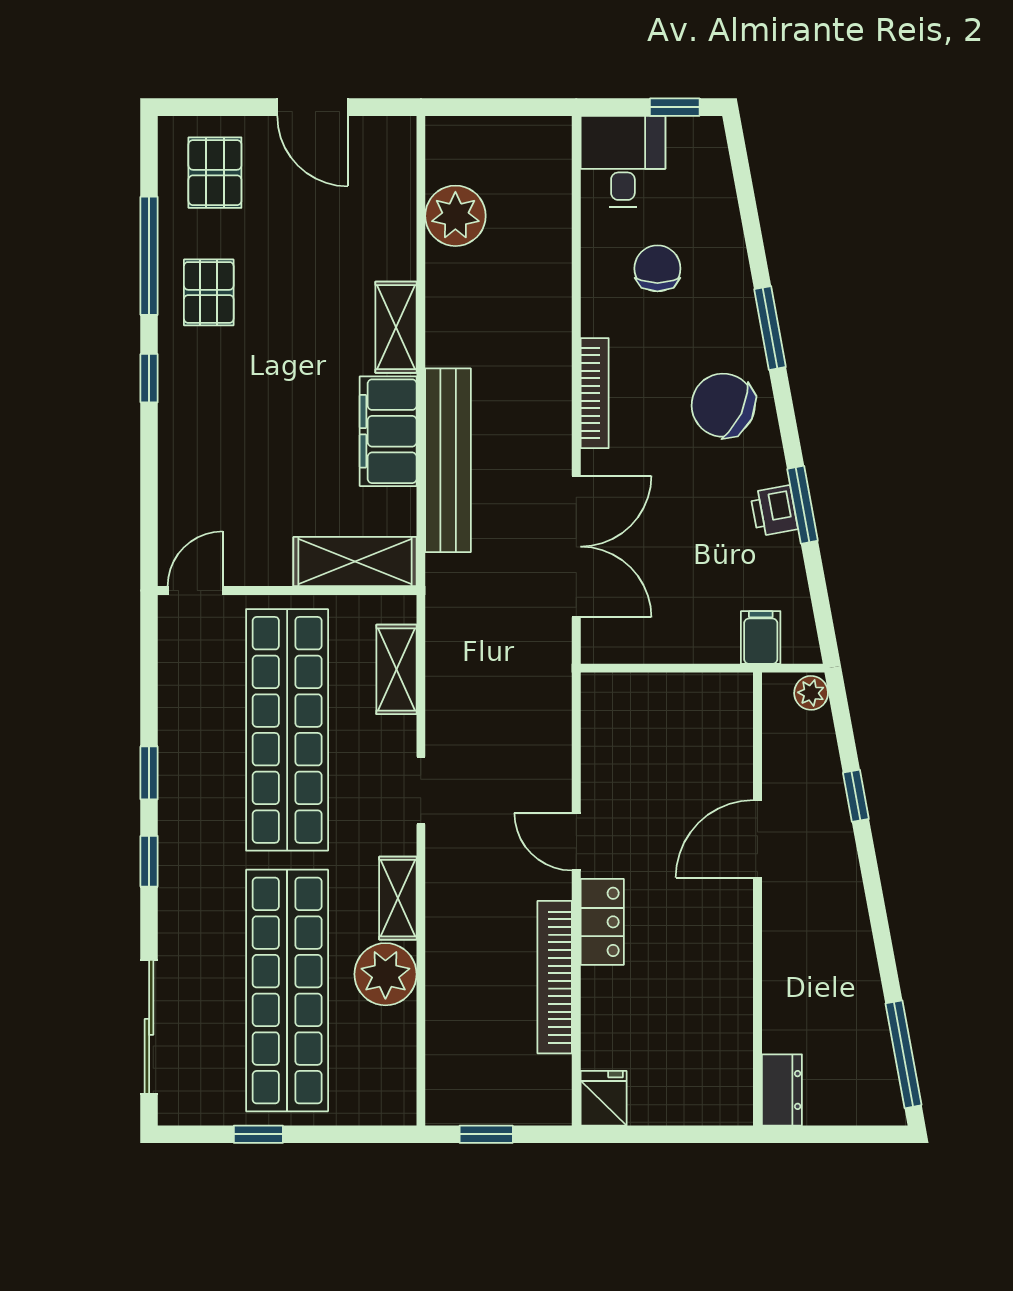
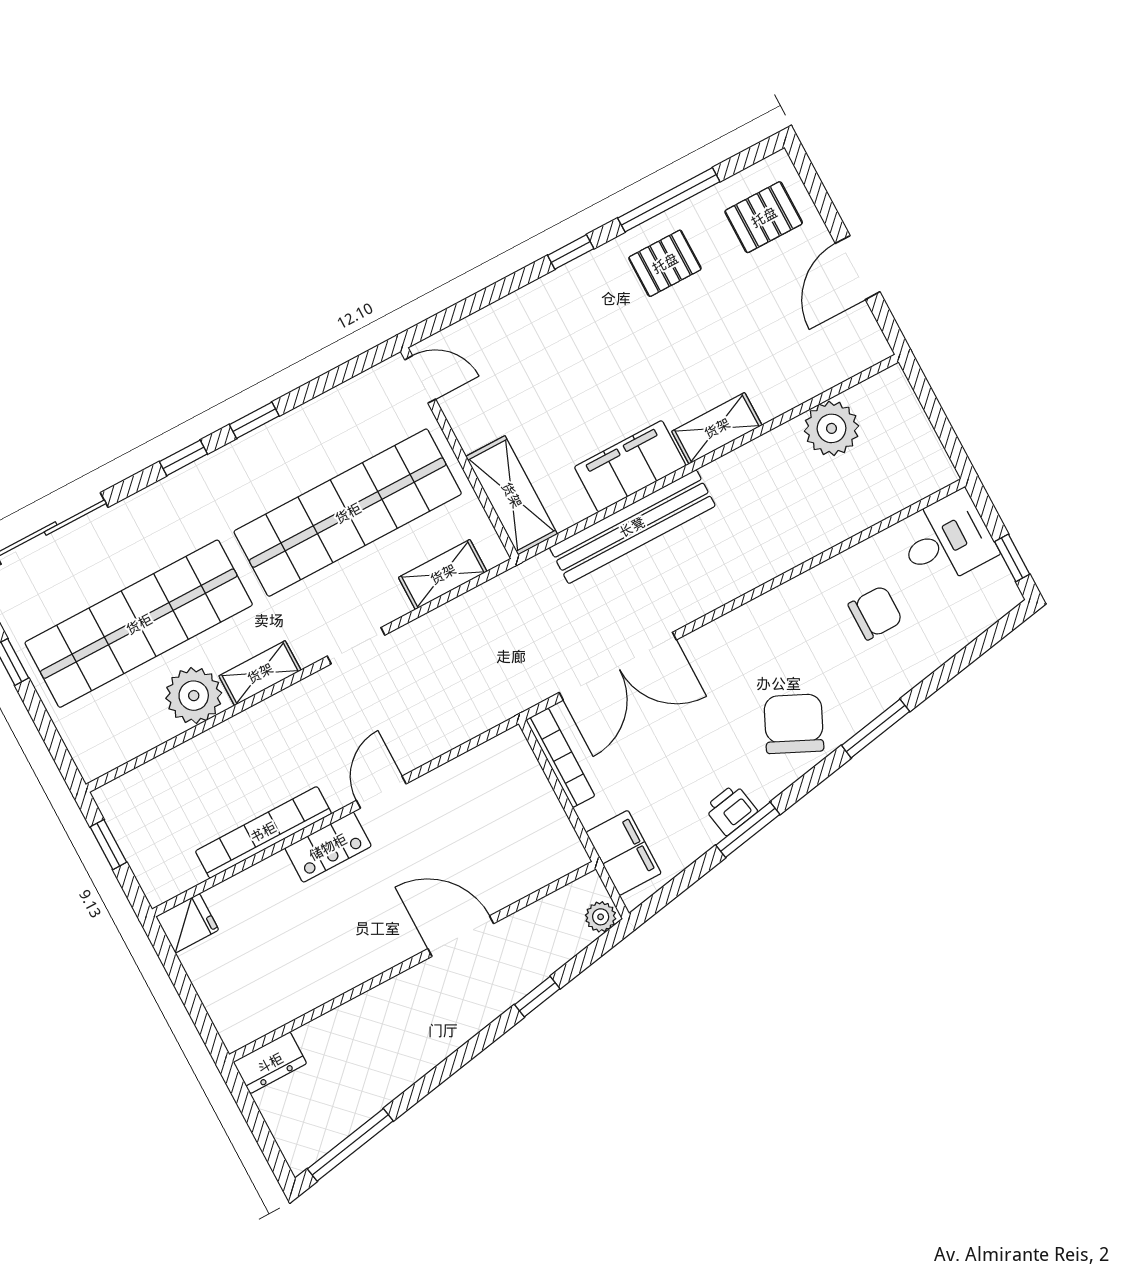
bookcase: (595, 393) -> (560, 758), moved, turned -90
filing cabinet: (761, 637) -> (624, 853), width x2.00

